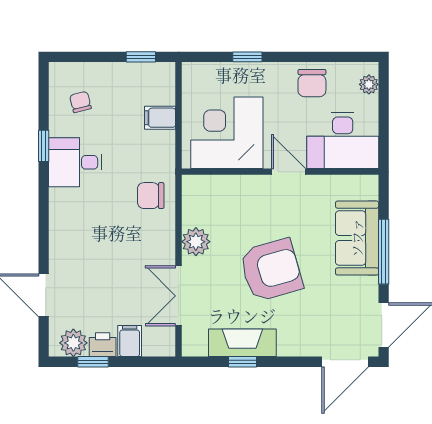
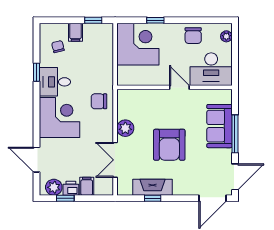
filing cabinet: (160, 118) -> (75, 32), moved, turned -90
corner desk: (227, 133) -> (138, 44), moved, turned 90
corner desk: (83, 223) -> (59, 118), added
armchair: (271, 270) -> (169, 145), turned 106

